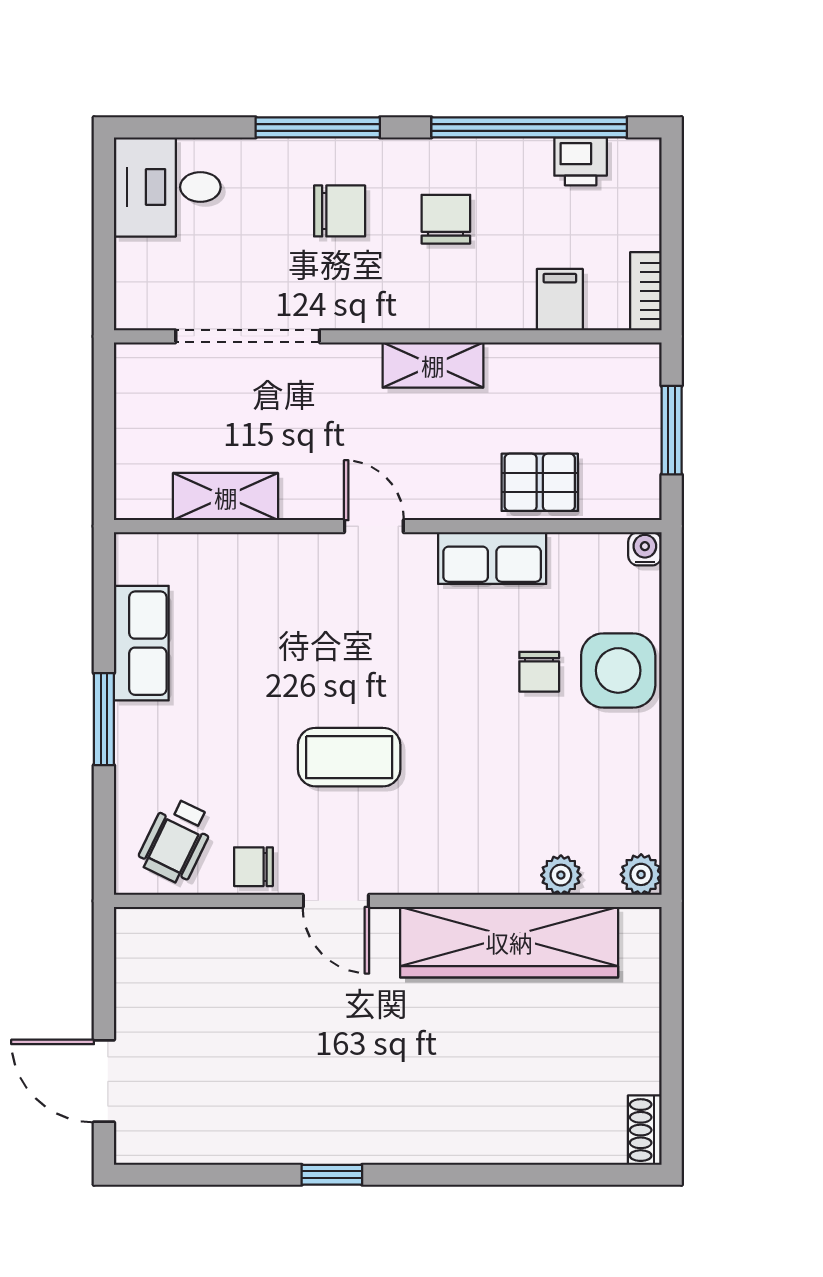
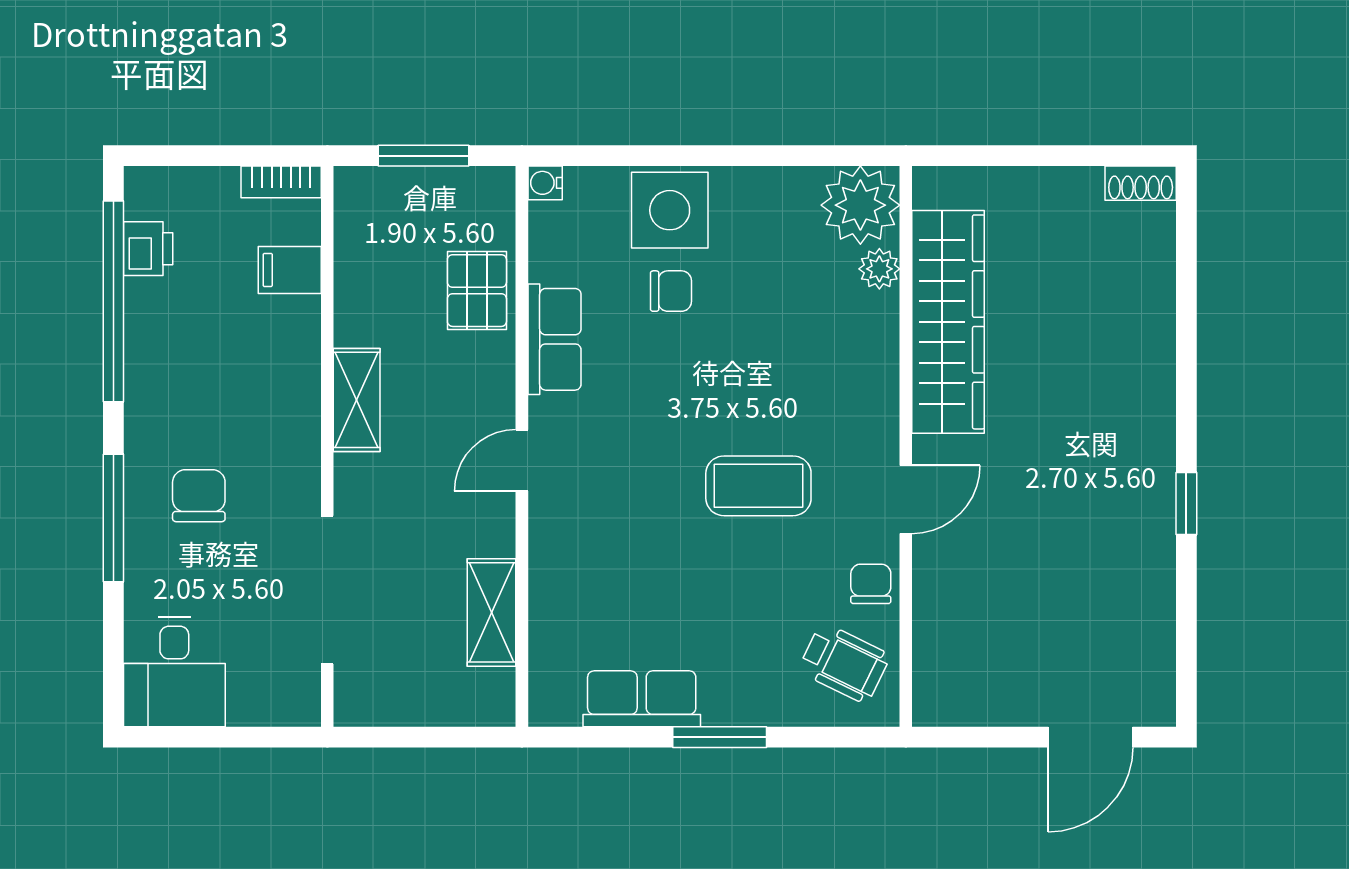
chair: (446, 219) -> (207, 387), removed
coffee table: (349, 757) -> (758, 486), turned 90
chair: (253, 867) -> (871, 584), turned 180
plant: (641, 874) -> (860, 205), width x1.87, depth x1.87

